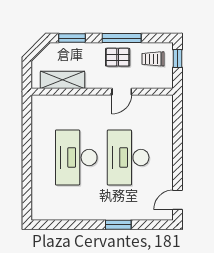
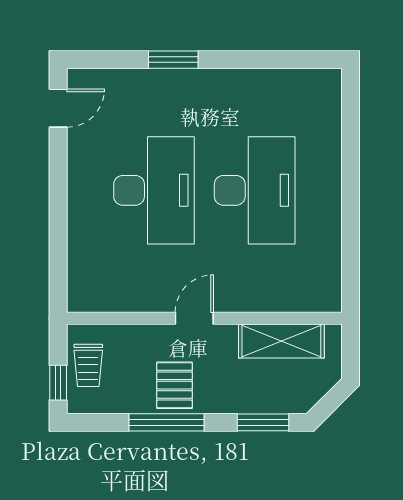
pallet: (118, 57) -> (174, 385), turned 90
trolley: (153, 59) -> (88, 365), moved, turned 90
door: (122, 92) -> (194, 318), moved

